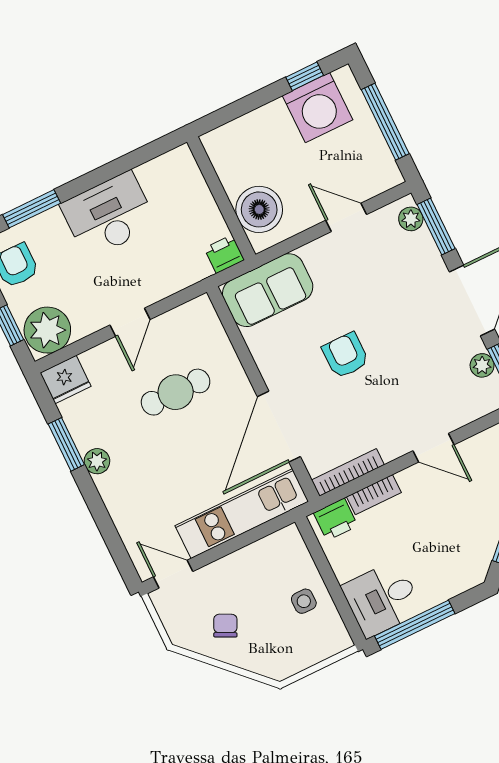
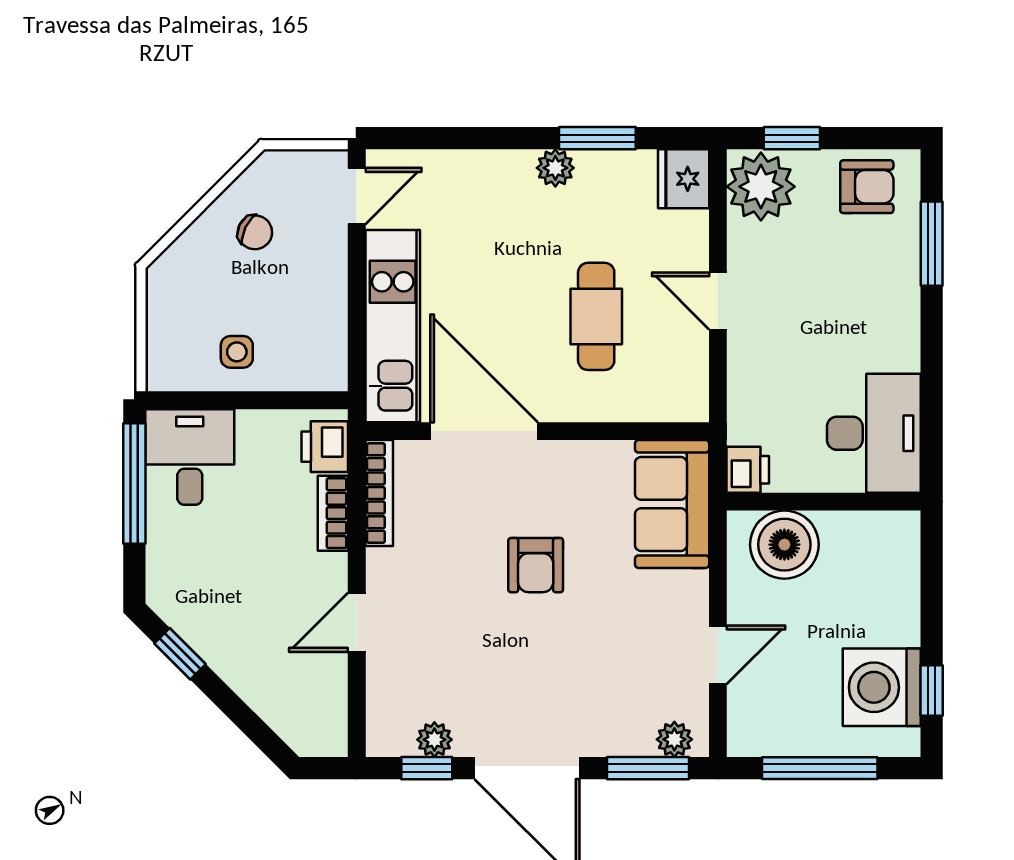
desk: (109, 215) -> (874, 433), moved
armchair: (345, 355) -> (536, 565), turned 90

